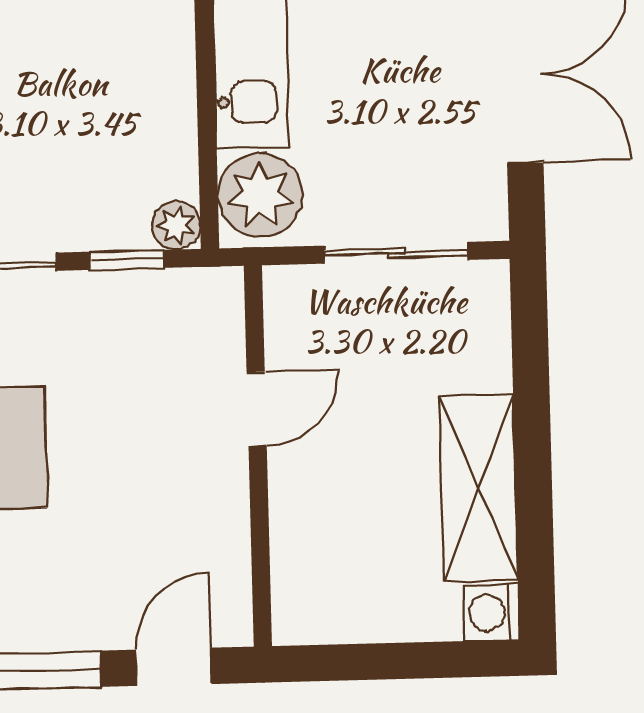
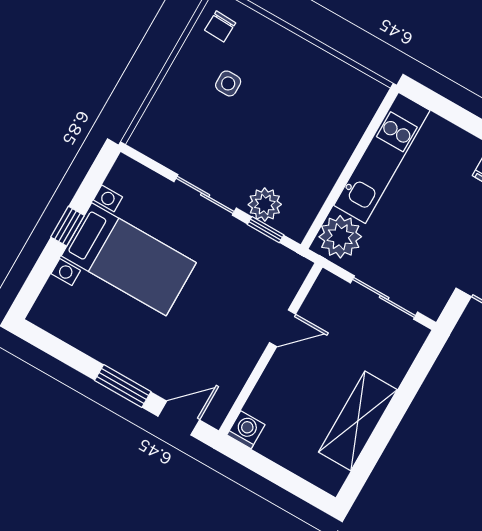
plant: (176, 225) -> (265, 204), moved, width x1.38, depth x1.38
washing machine: (491, 613) -> (246, 430), moved, turned 90

